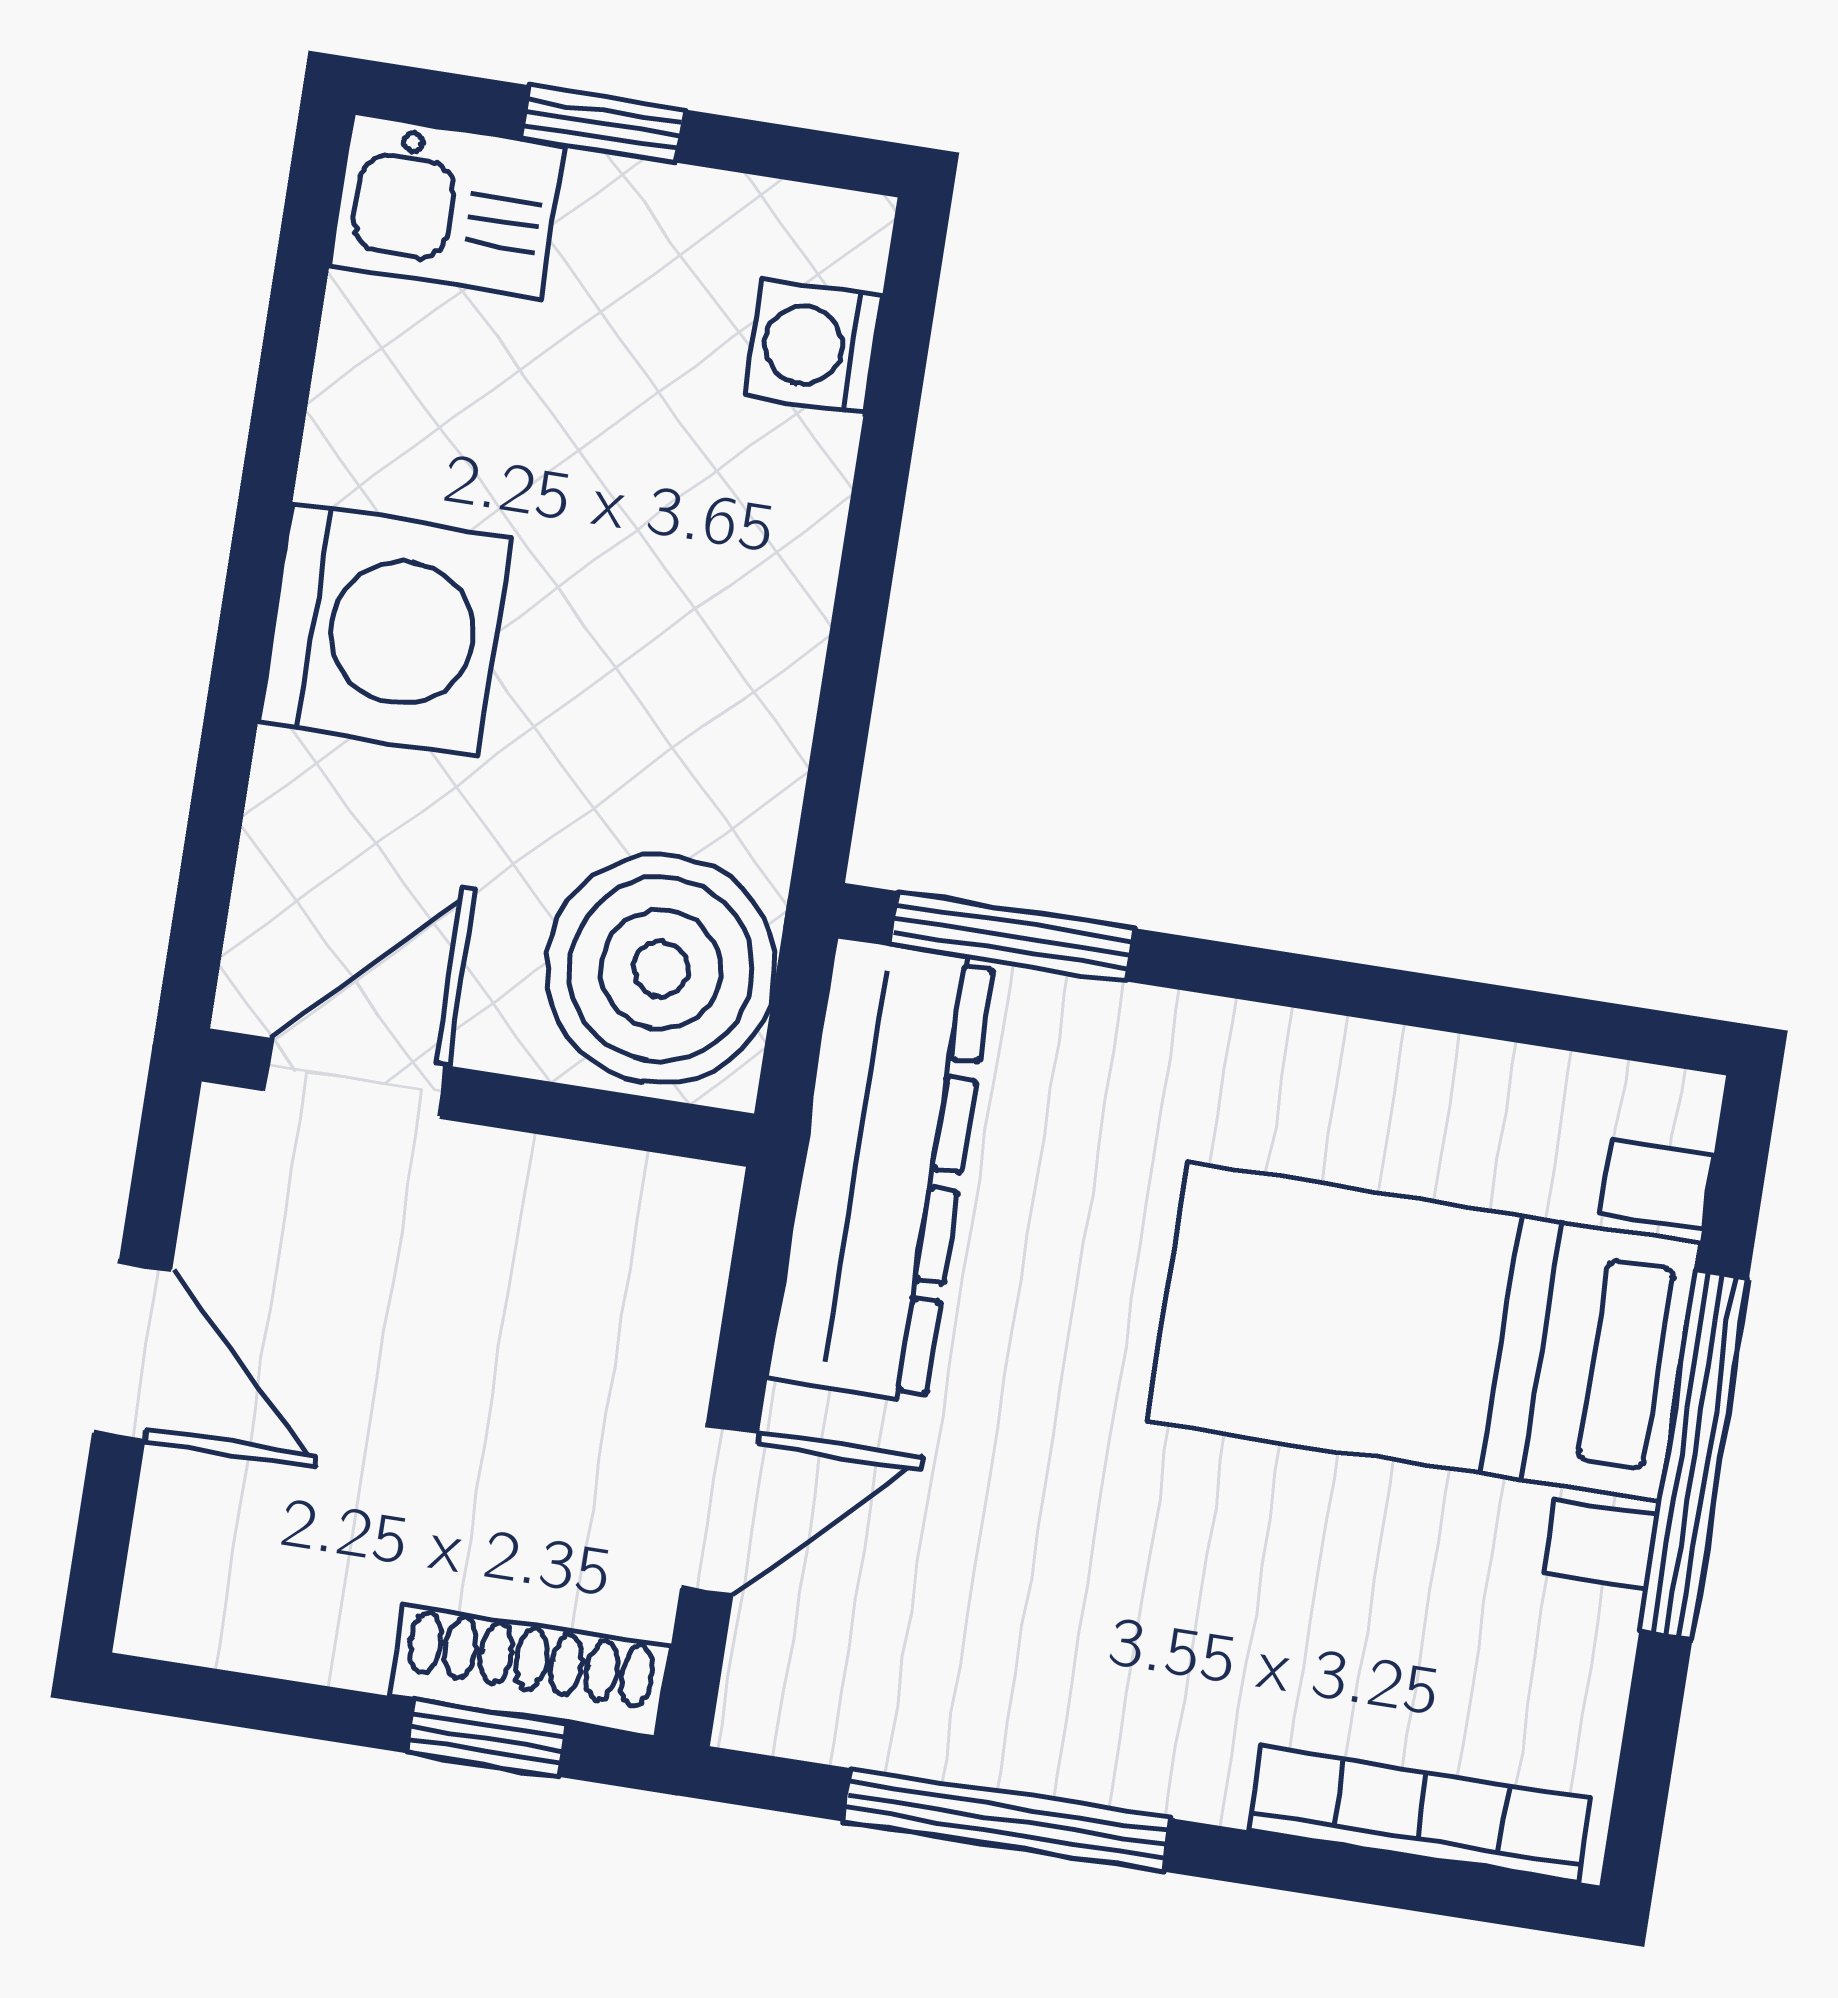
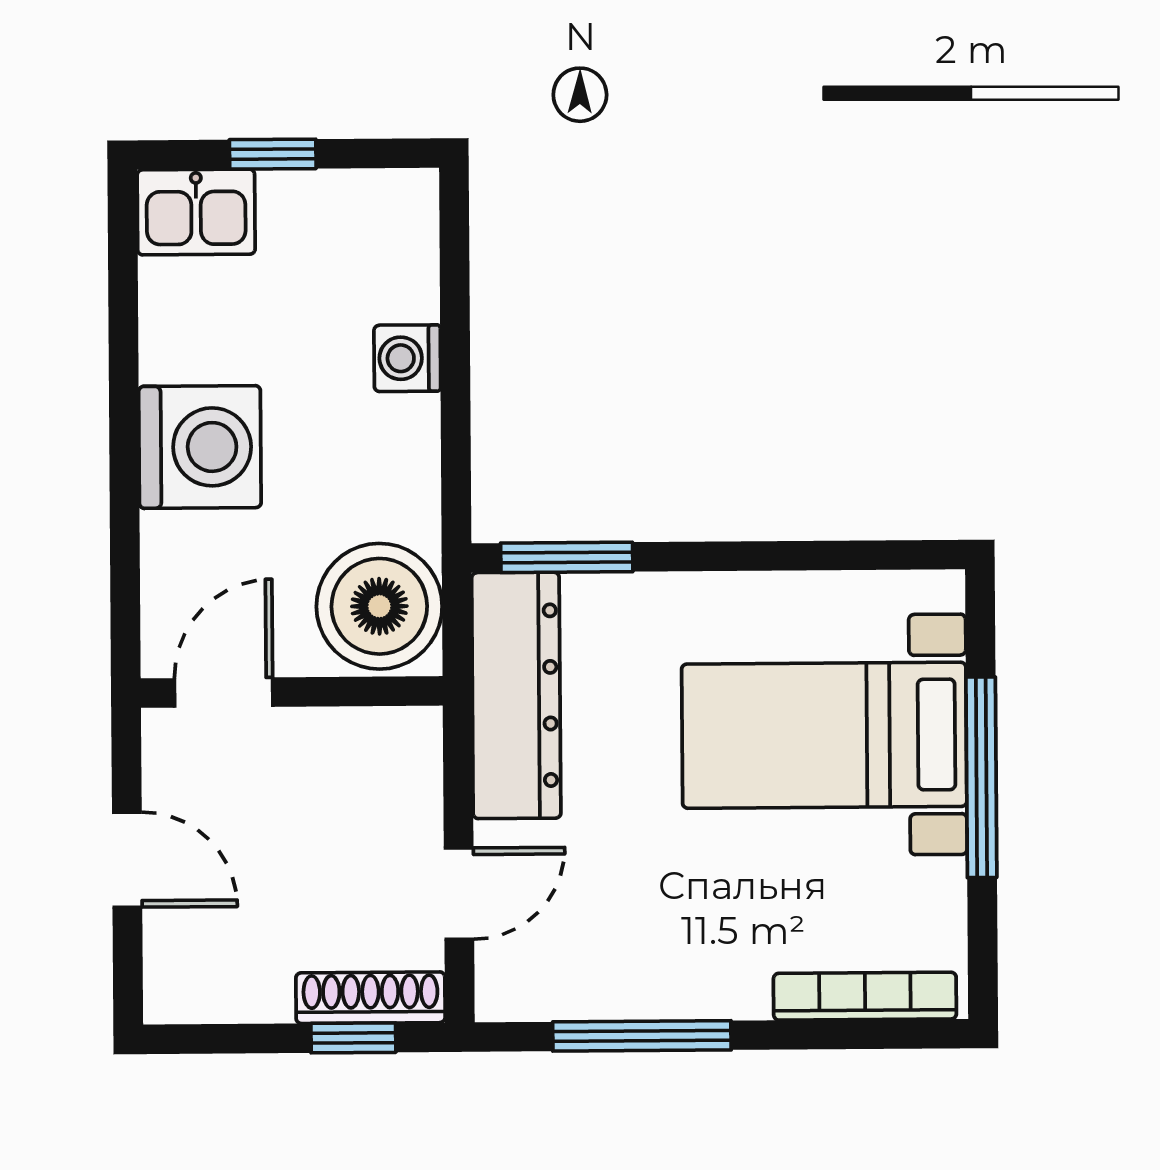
washing machine: (813, 347) -> (407, 358), moved

